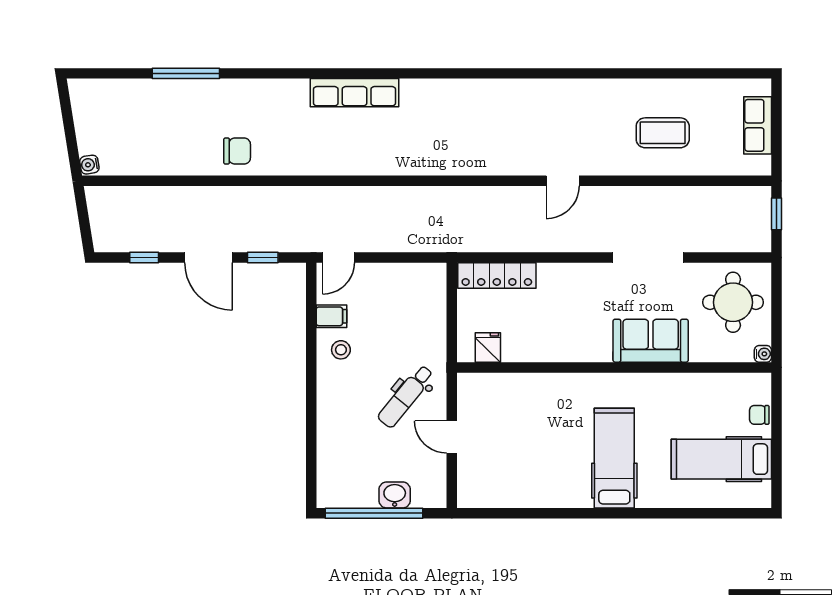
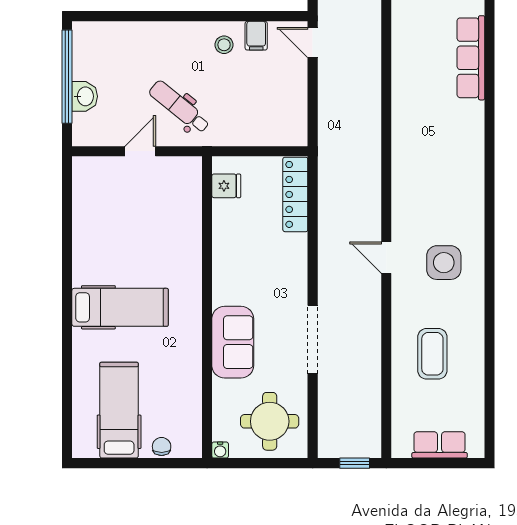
side table: (568, 121) -> (444, 263), added

